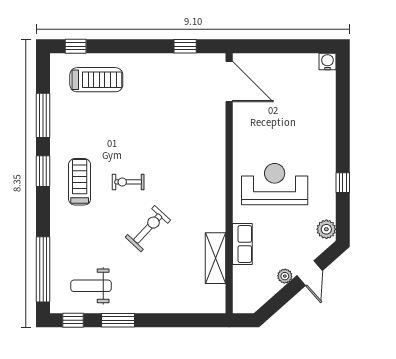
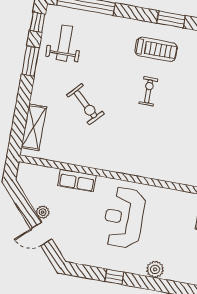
reception desk: (275, 184) -> (124, 218), turned 180
exercise bike: (148, 229) -> (85, 104), moved
plant: (326, 229) -> (155, 269), moved
shelving: (215, 258) -> (34, 127), moved, turned 90

